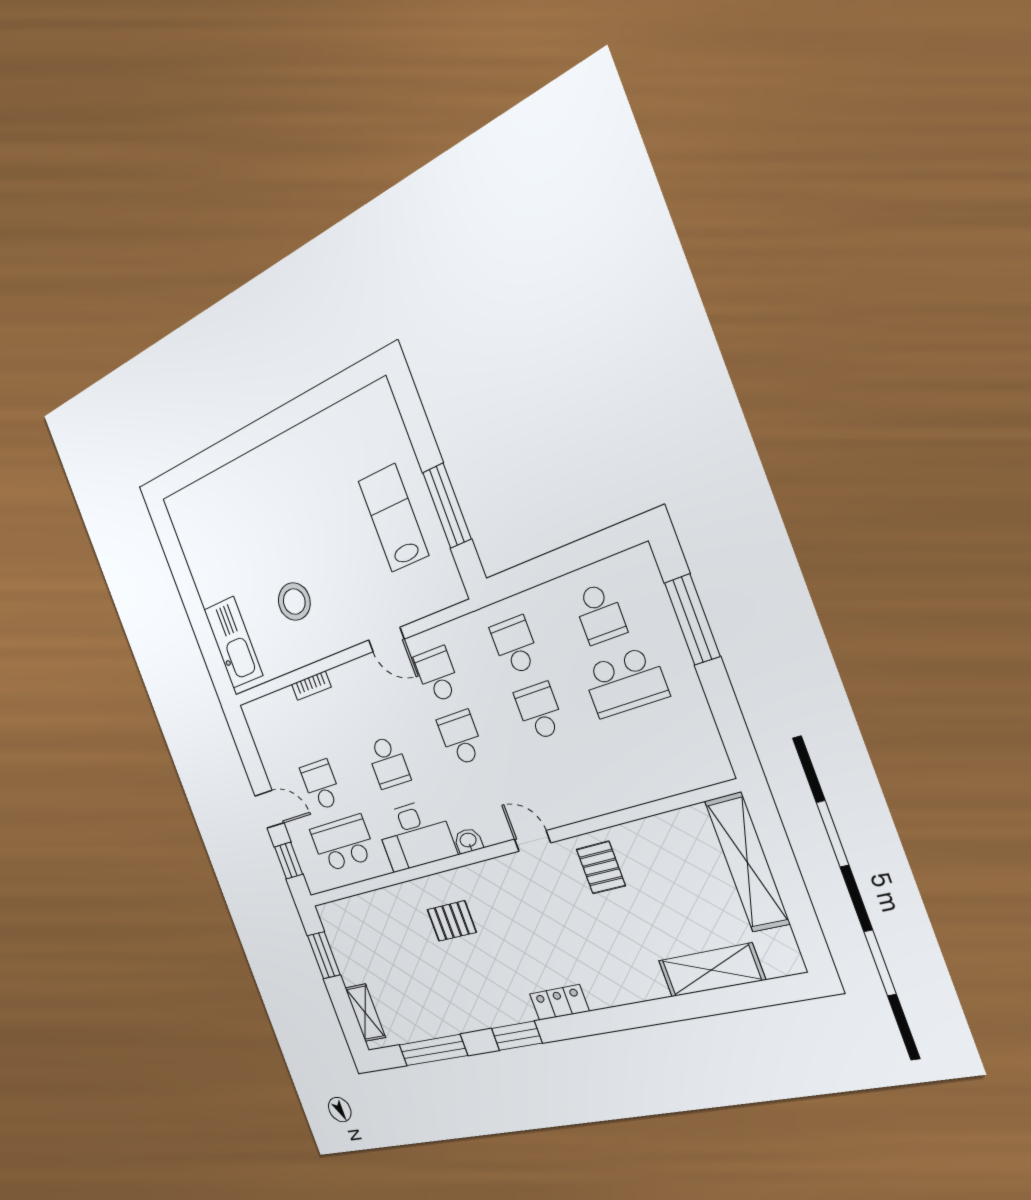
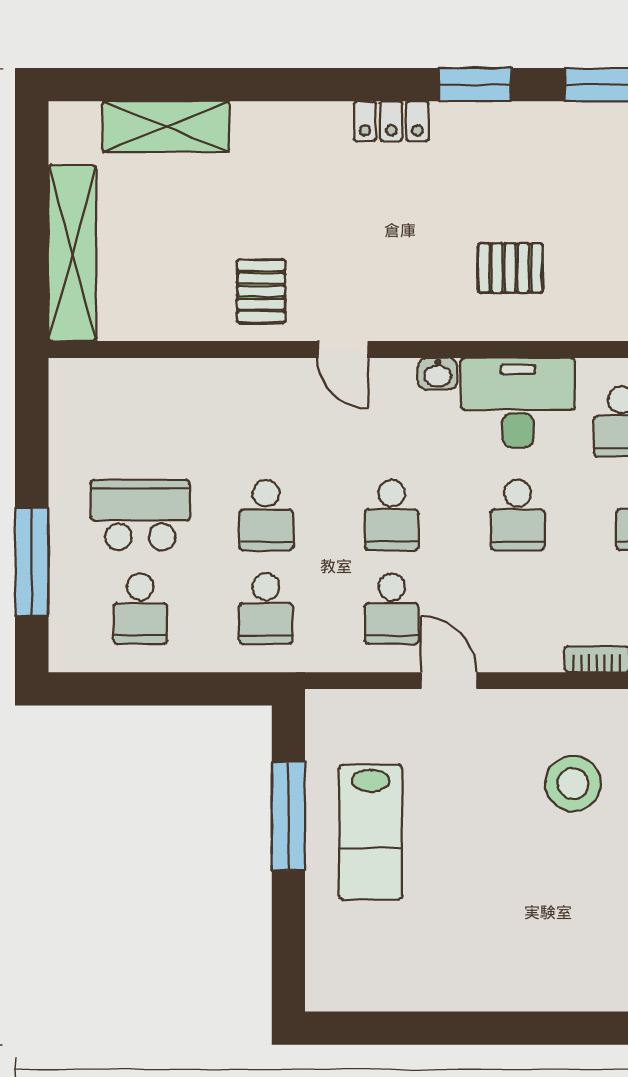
school desk: (600, 614) -> (140, 609), turned 180
school desk: (388, 762) -> (518, 515), turned 180

